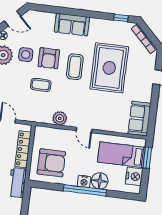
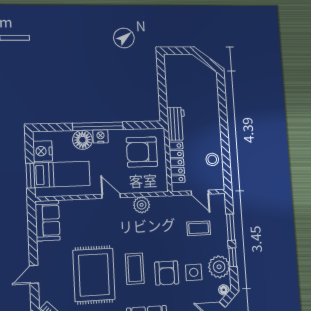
armchair: (49, 58) -> (167, 273), turned 180
coffee table: (41, 85) -> (199, 228), moved

